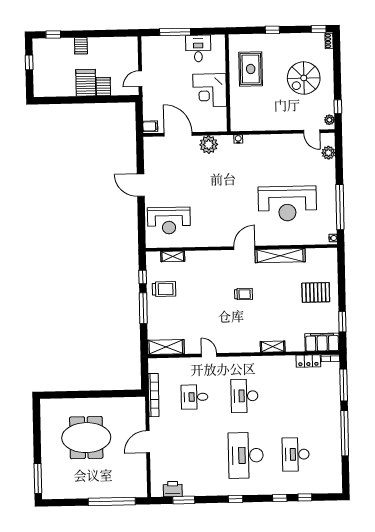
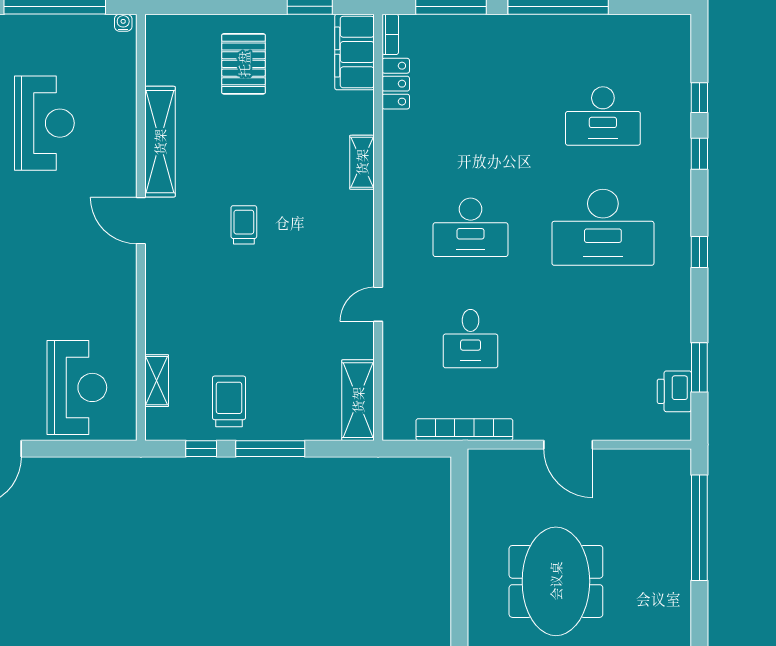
reception desk: (287, 204) -> (44, 123), width x0.74, depth x0.77

